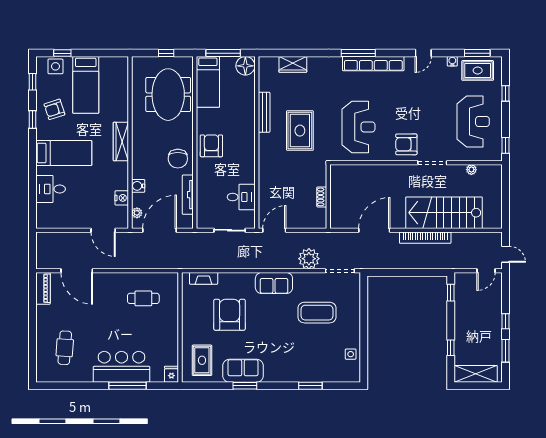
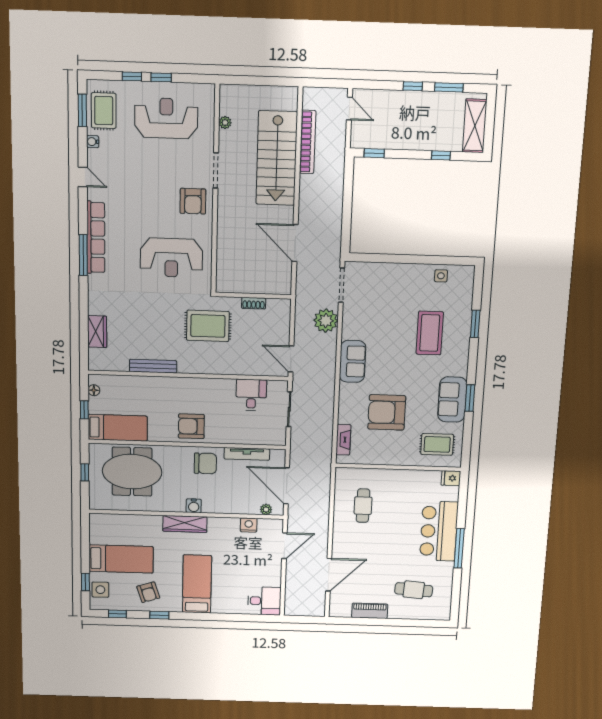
window: (223, 53) -> (84, 410), width x0.46
floor lamp: (245, 66) -> (94, 390), width x0.53, depth x0.53
reception desk: (359, 127) -> (171, 258), turned 180
rug: (300, 131) -> (208, 326), moved
window: (506, 145) -> (161, 77), moved
water cooler: (138, 186) -> (194, 506), moved
desk: (51, 189) -> (264, 601), moved, turned -90
bookcase: (425, 238) -> (308, 142), moved
door: (506, 254) -> (330, 83), removed
piano: (43, 288) -> (370, 611), moved
coffee table: (317, 313) -> (430, 333), moved
window: (127, 386) -> (459, 548), moved

